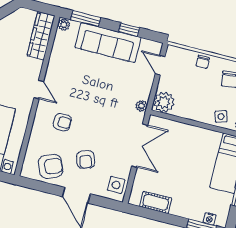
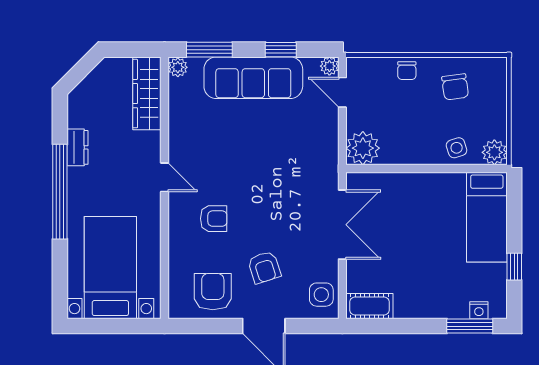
plant: (141, 106) -> (329, 66), moved
armchair: (51, 166) -> (213, 292), turned -68
cot: (156, 202) -> (369, 306), moved

